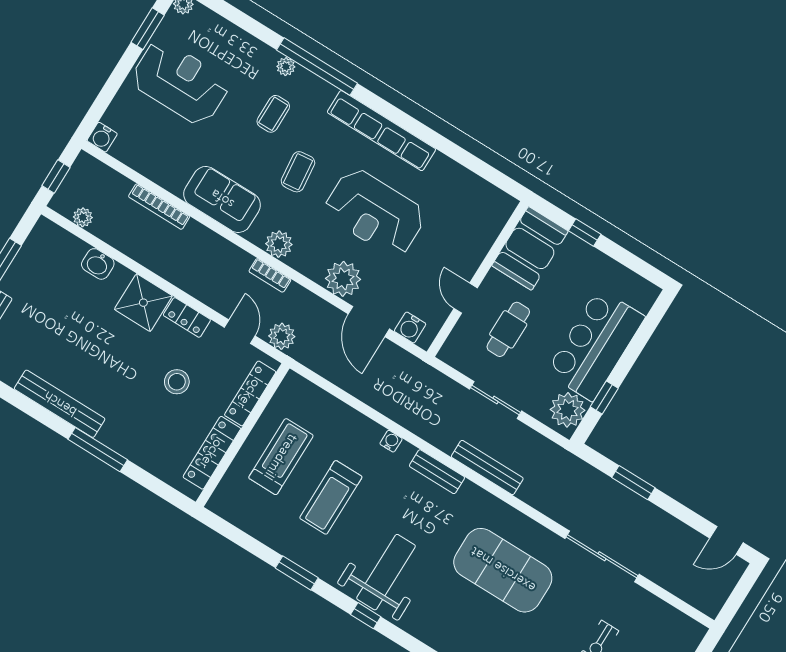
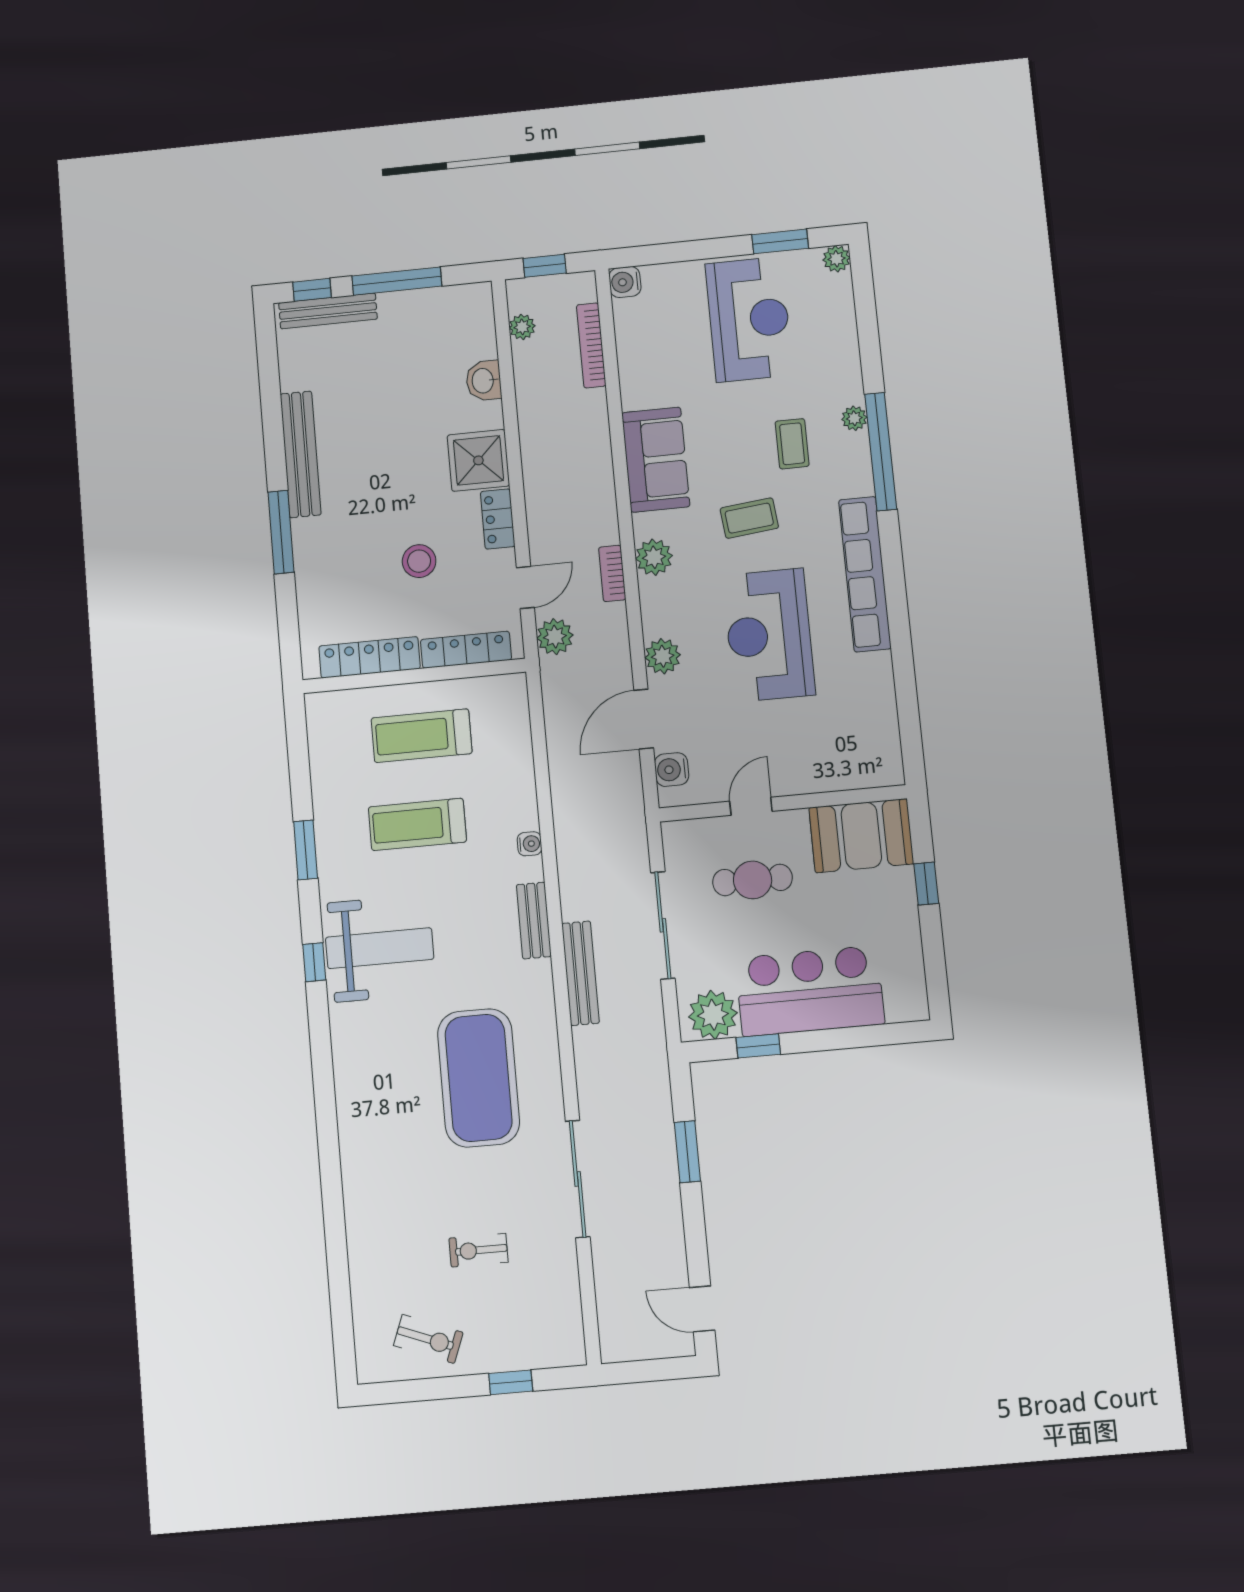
coffee table: (273, 114) -> (792, 444), turned 90
bookcase: (159, 207) -> (591, 345), moved
plant: (343, 279) -> (663, 656), width x0.73, depth x0.73
sliding door: (495, 400) -> (663, 925), width x1.37
treadmill: (281, 457) -> (422, 736), turned 180

